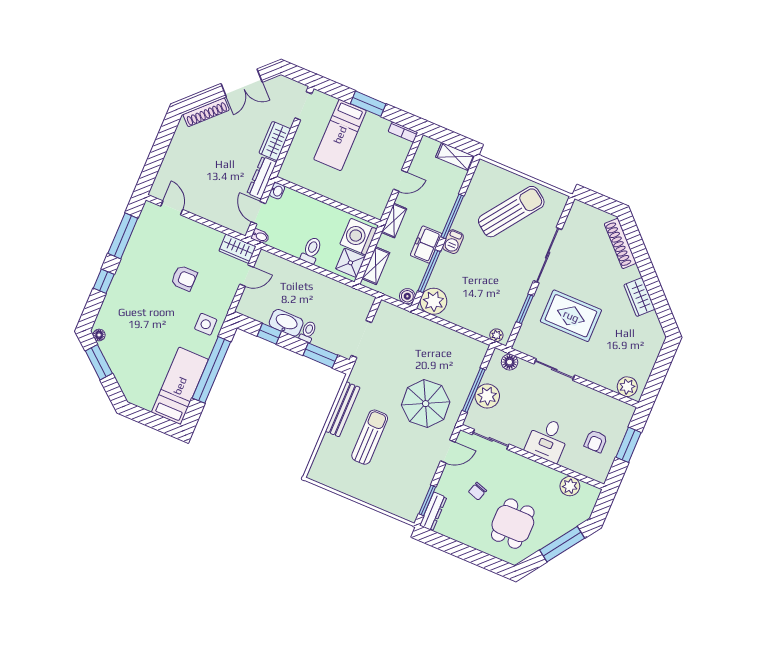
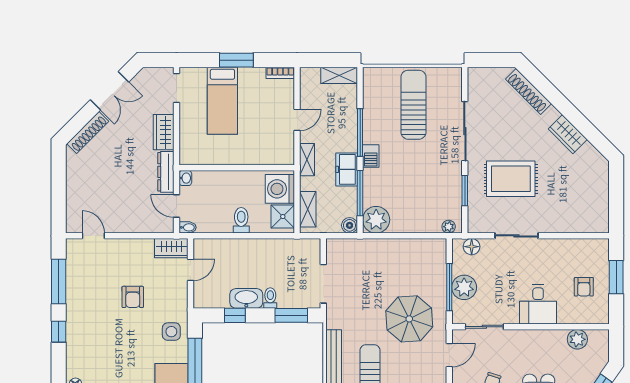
sun lounger: (511, 212) -> (413, 105), turned -36
armchair: (184, 278) -> (133, 297), turned 90
plant: (627, 387) -> (592, 223), removed

